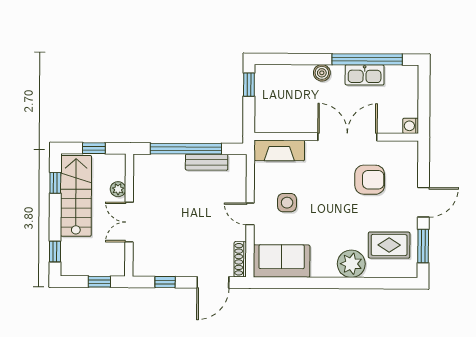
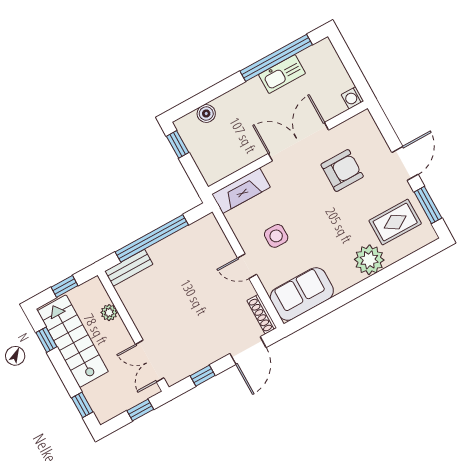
boiler: (322, 73) -> (206, 114), moved
bench: (207, 162) -> (129, 268), moved
double door: (129, 222) -> (150, 361), moved

